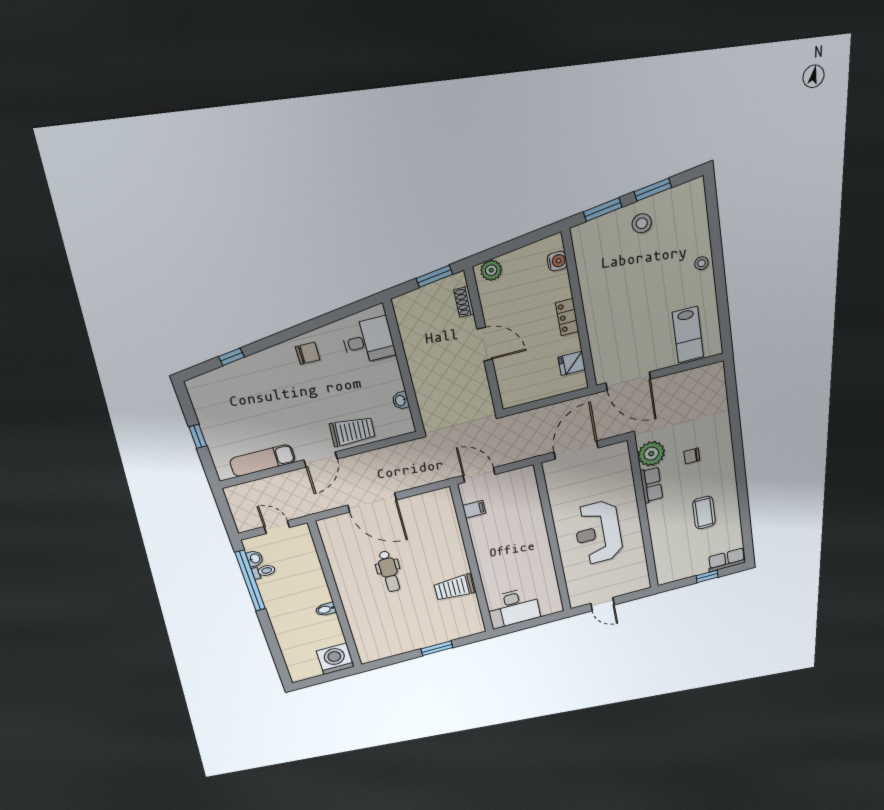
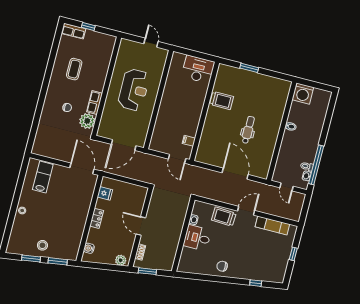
desk: (368, 341) -> (197, 238), moved

